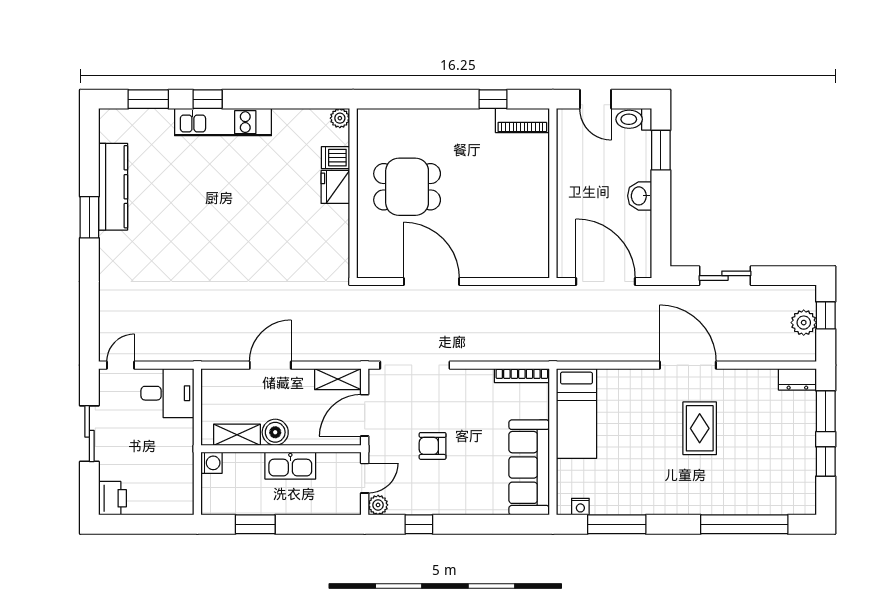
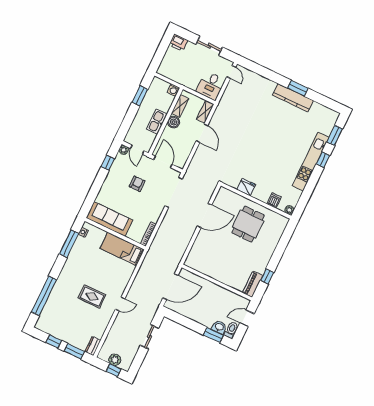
kitchen unit: (223, 122) -> (311, 161), width x1.36
kitchen counter: (113, 187) -> (293, 98), moved
fridge: (335, 187) -> (246, 187), moved
washbasin: (640, 196) -> (219, 327), moved
door: (688, 365) -> (120, 304), width x0.53
shelving: (338, 379) -> (205, 112), moved

